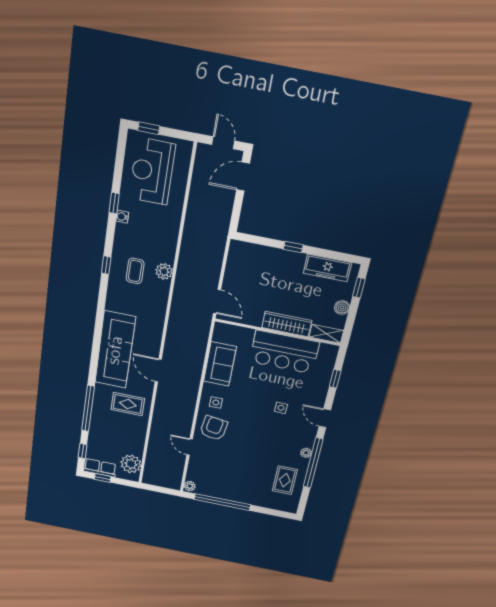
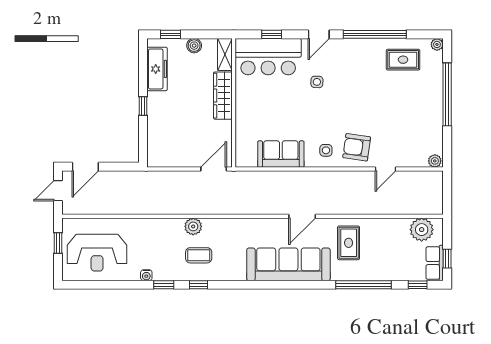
window: (149, 128) -> (58, 243), moved
door: (243, 177) -> (85, 167), hinge flipped
window: (114, 203) -> (164, 285), moved
bar counter: (284, 352) -> (268, 57), moved, turned 90
plant: (306, 453) -> (437, 44), moved
window: (222, 502) -> (447, 94), moved

